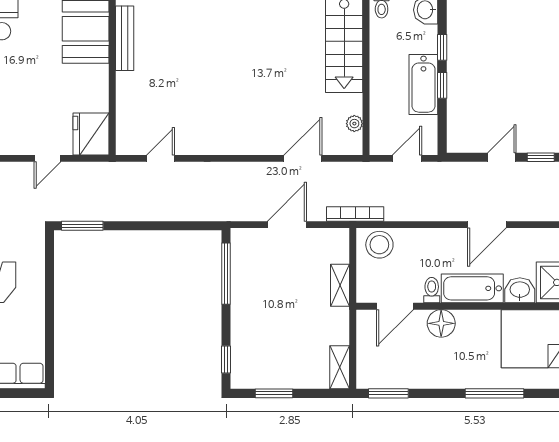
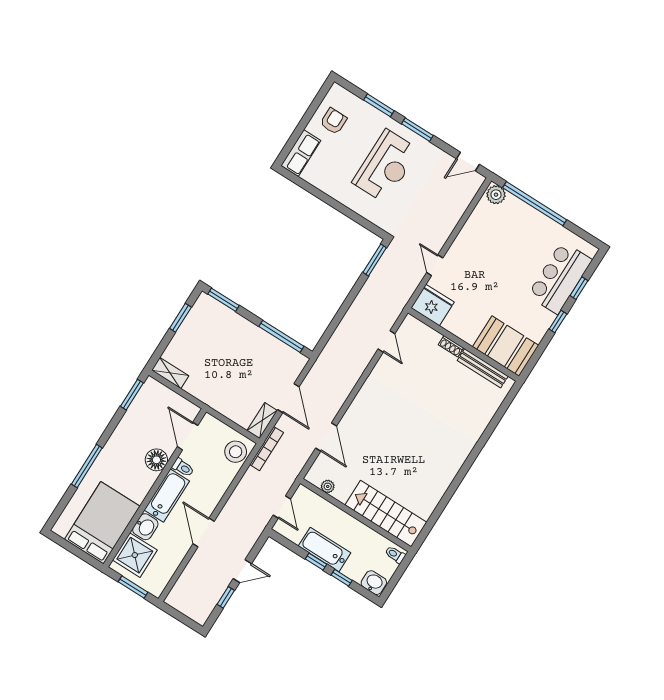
shoe rack: (123, 87) -> (451, 346), added
door: (502, 157) -> (242, 571), hinge flipped
shelving: (340, 285) -> (262, 421), moved, turned 90
window: (226, 360) -> (224, 300), width x1.50

